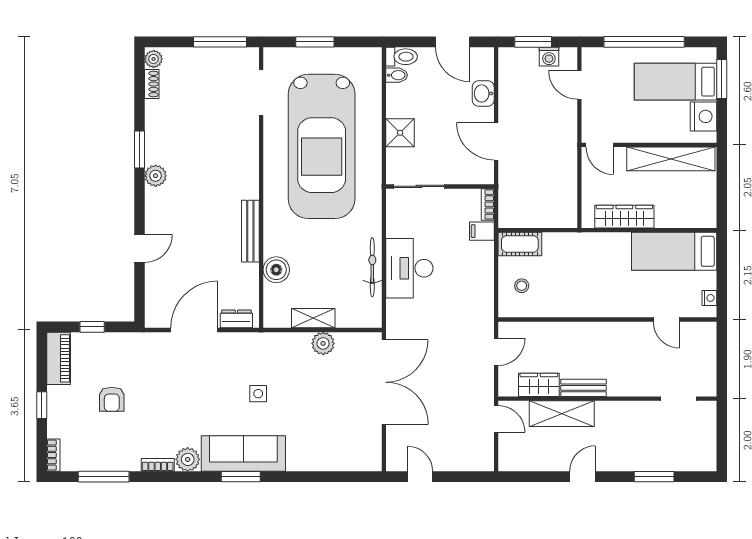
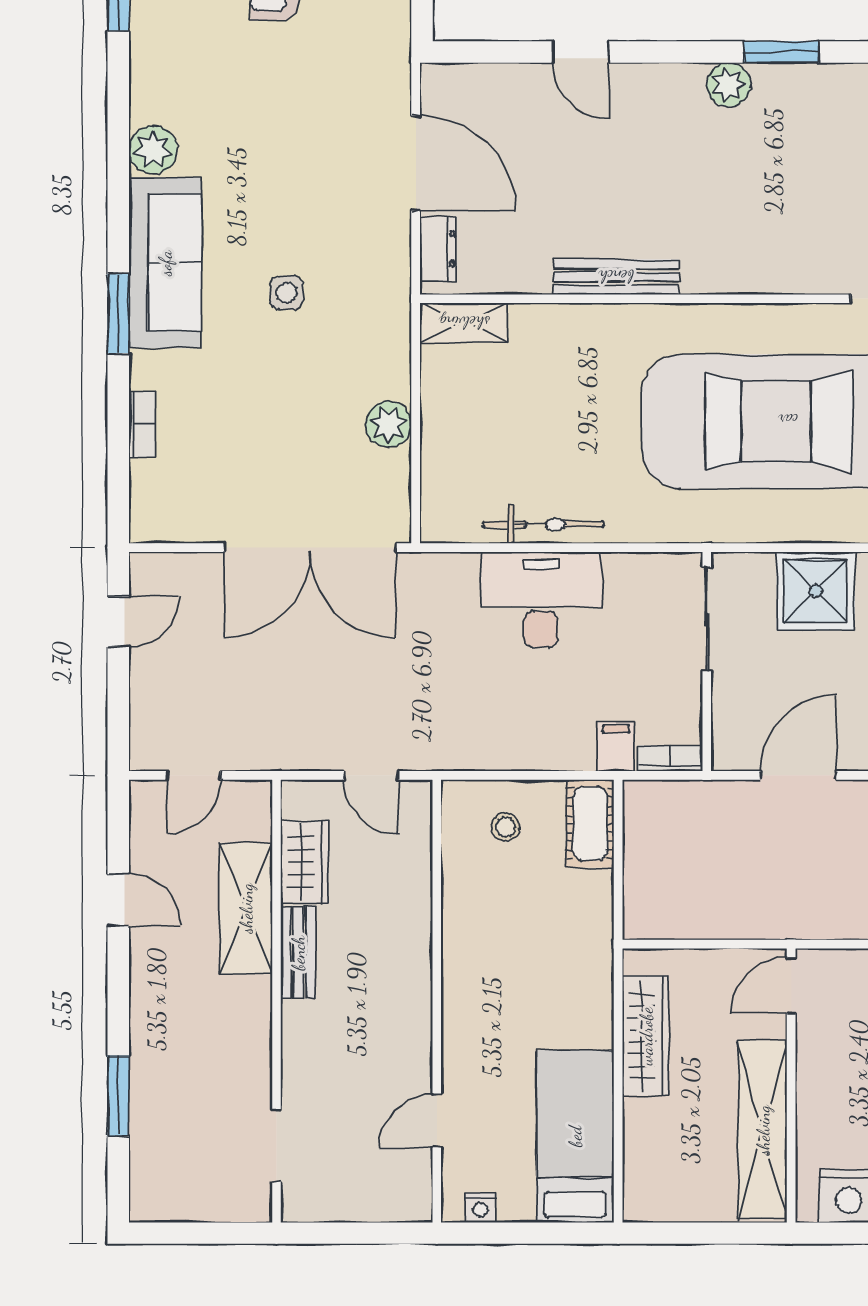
shower: (400, 133) -> (816, 591), width x1.36, depth x1.36
boiler: (276, 270) -> (538, 329), removed
shelving: (313, 318) -> (464, 323), moved, turned 90
door: (496, 419) -> (194, 775), moved
bookcase: (158, 465) -> (142, 424), moved
window: (241, 477) -> (118, 313), moved
door: (583, 477) -> (118, 900), moved

